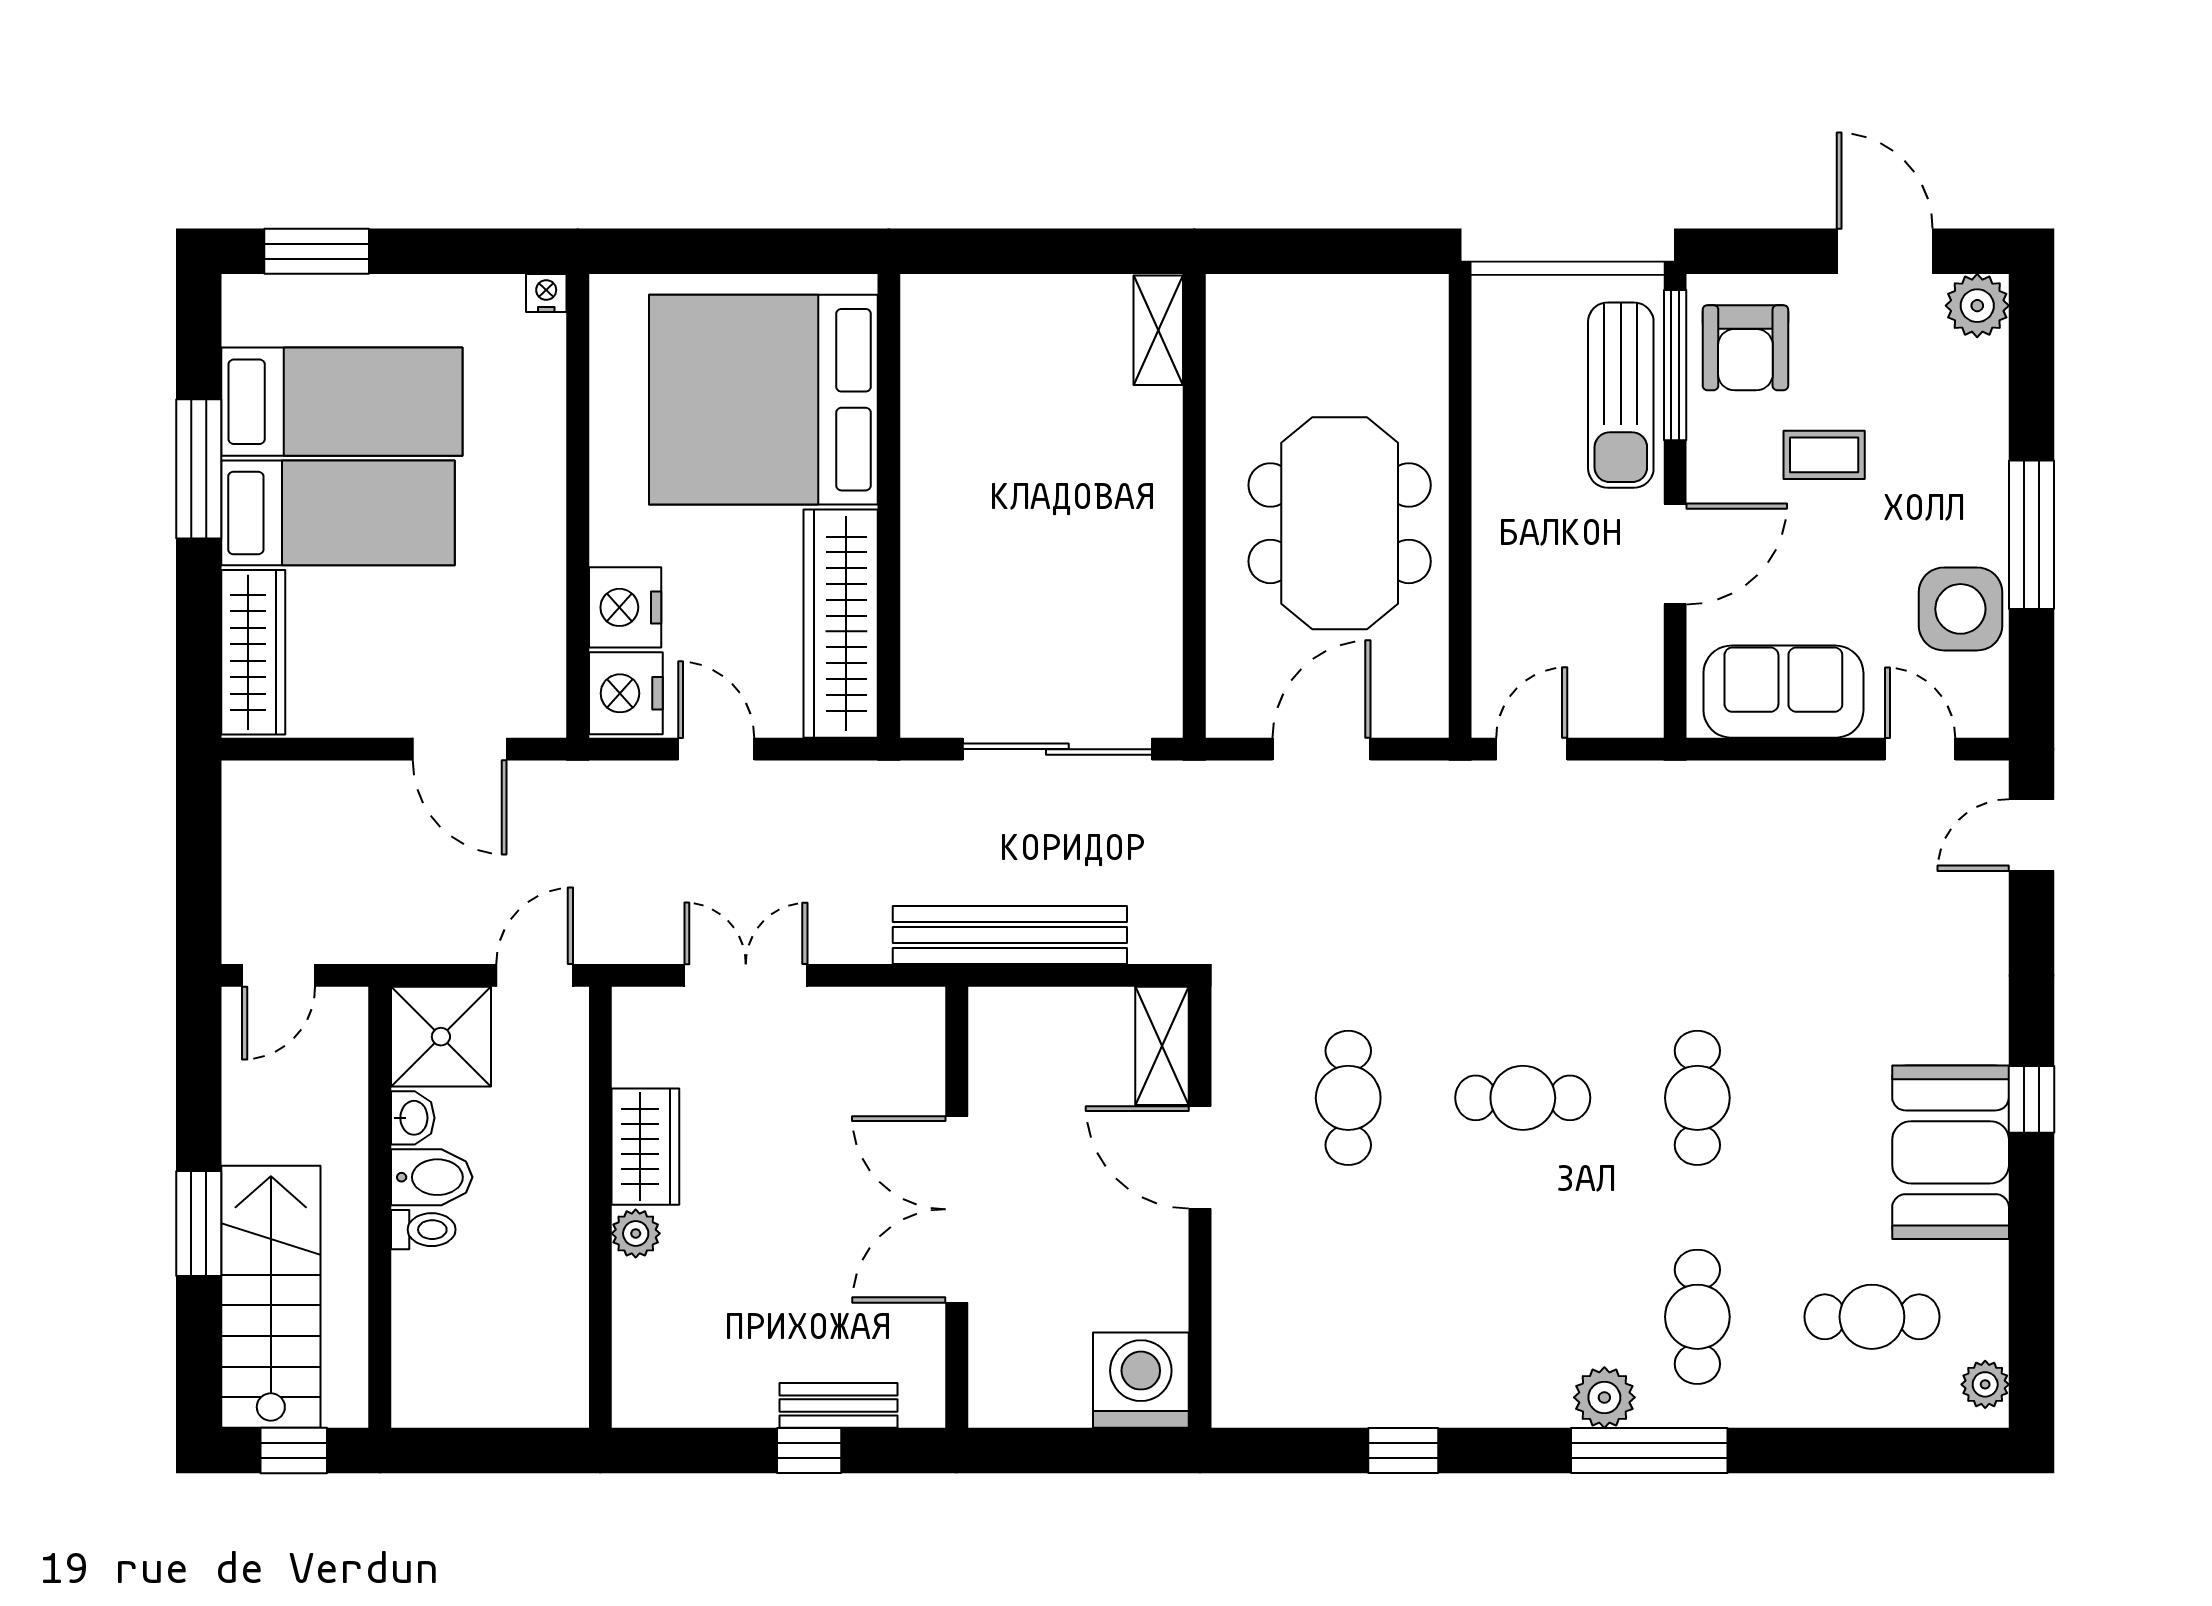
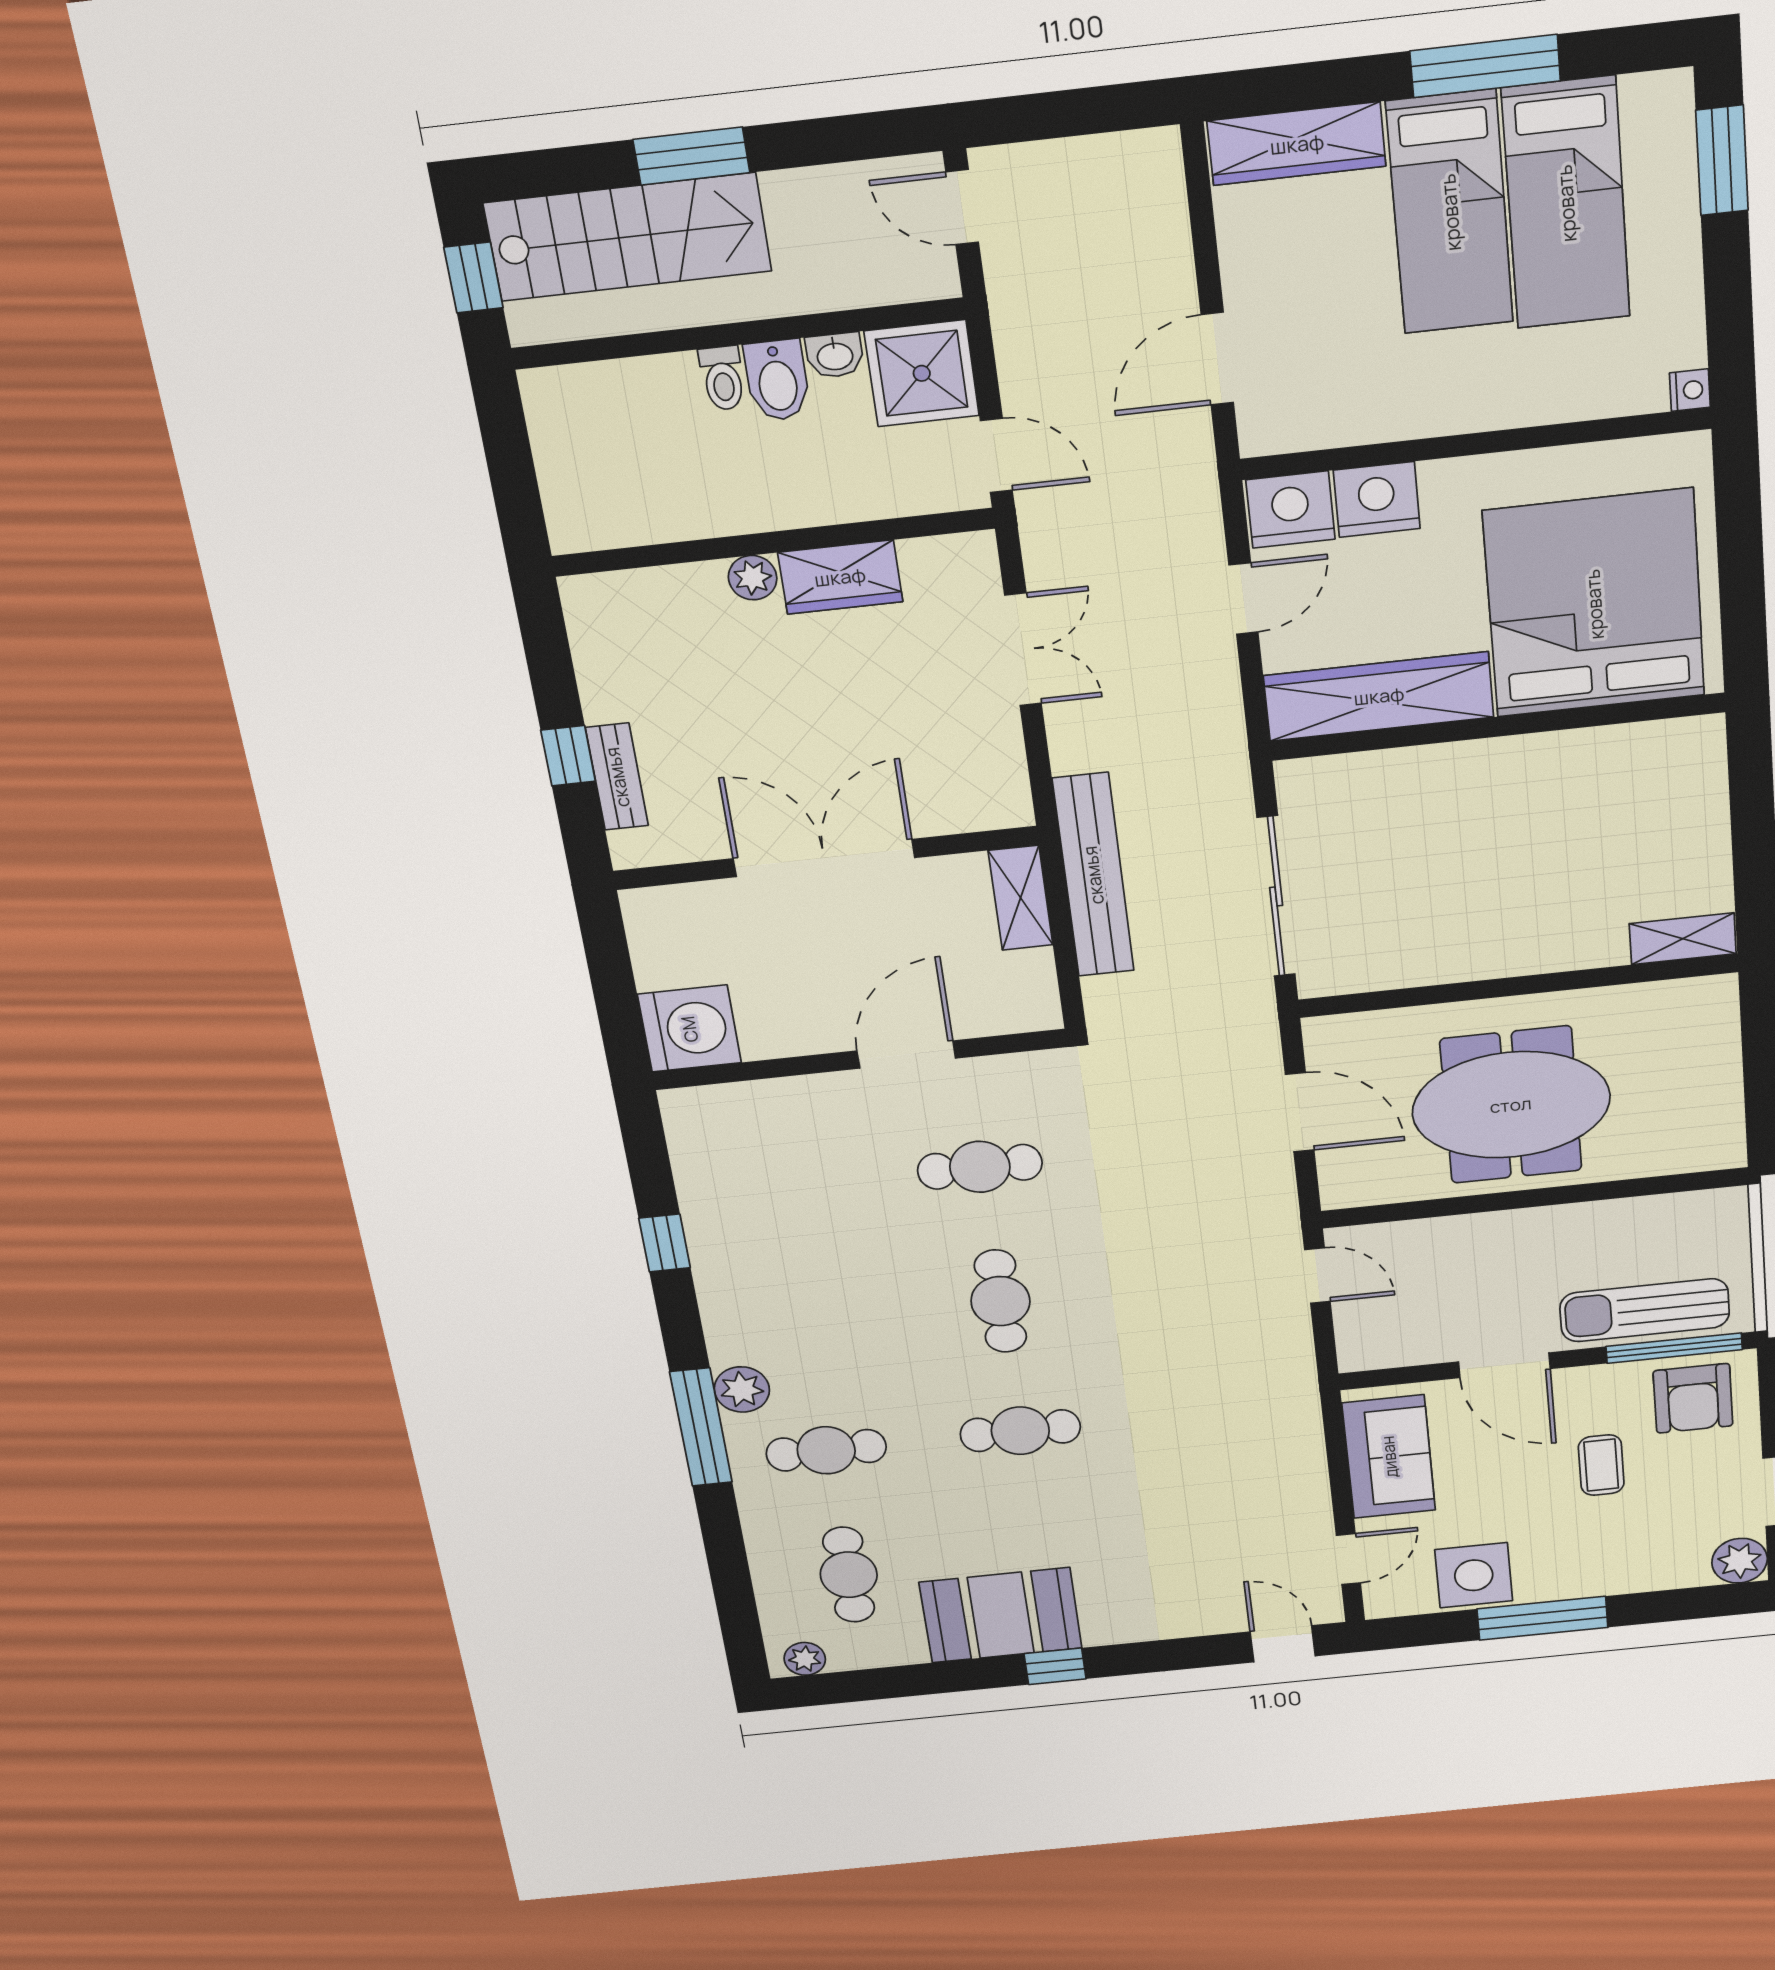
armchair: (1745, 348) -> (1693, 1398), turned -90
shelving: (1162, 1046) -> (1021, 898), moved, turned 90

